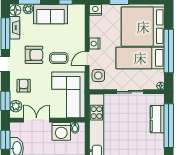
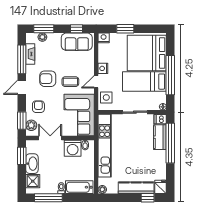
floor lamp: (15, 10) -> (31, 38), removed
sofa: (51, 14) -> (77, 42), moved
armchair: (34, 55) -> (48, 79), turned 180
dishwasher: (158, 99) -> (160, 119), added

